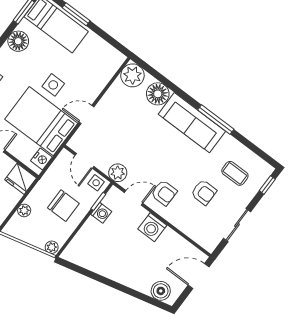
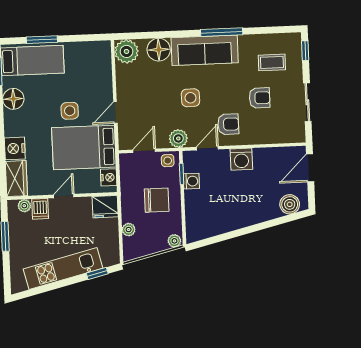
side table: (152, 150) -> (190, 98), added
door: (84, 161) -> (144, 151), swing flipped

